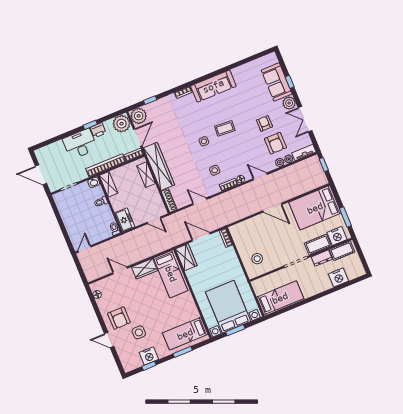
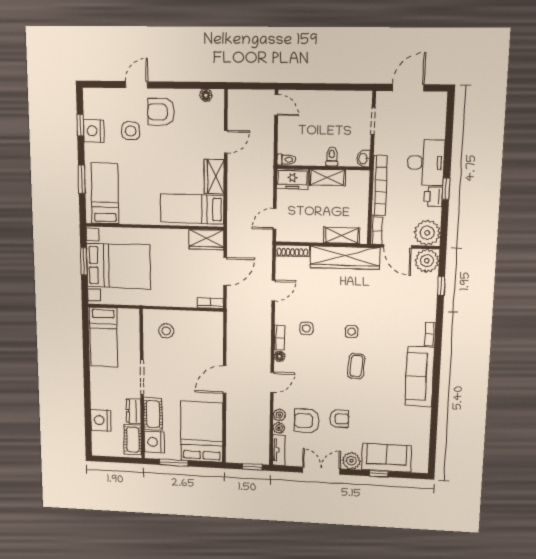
shelving: (109, 184) -> (327, 178), moved

